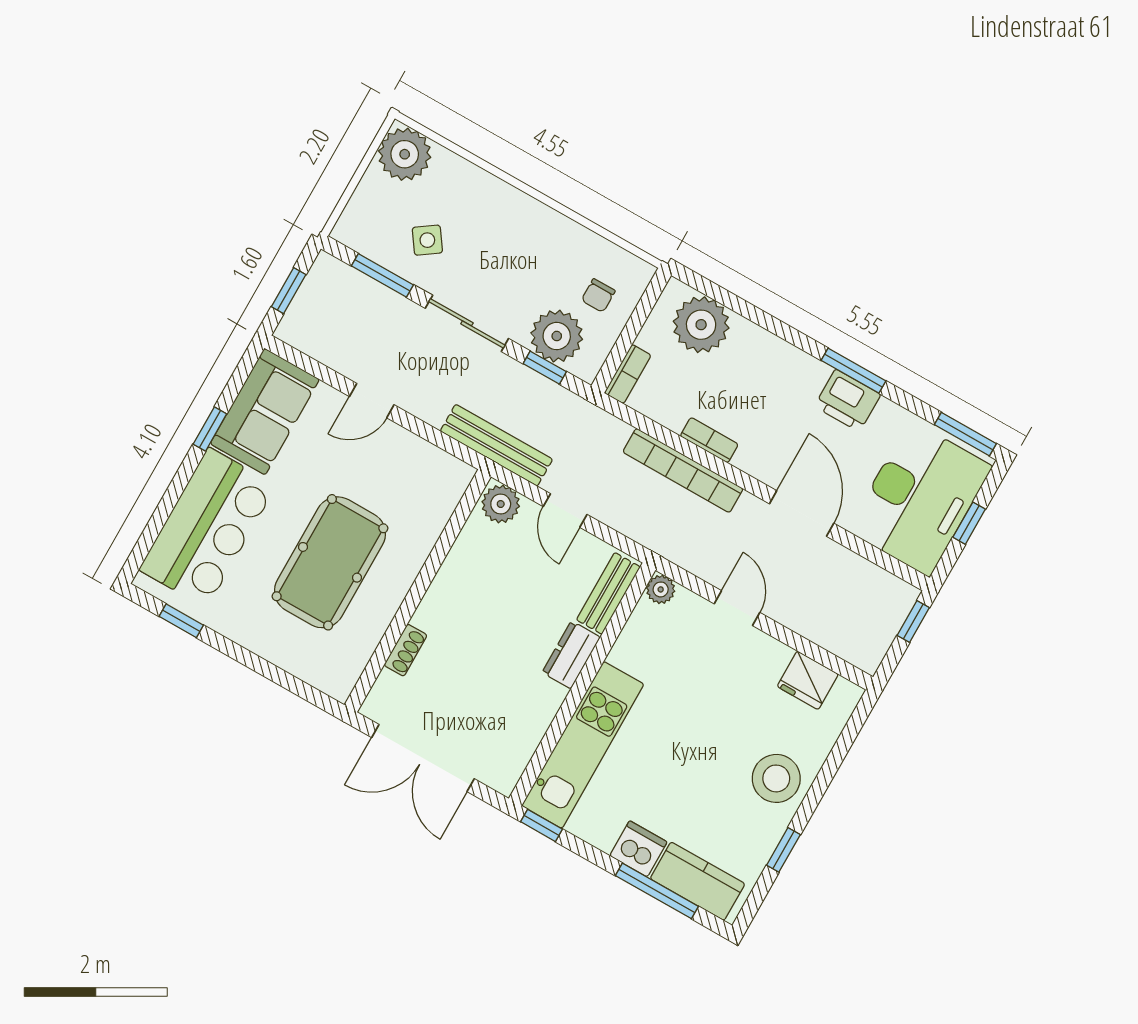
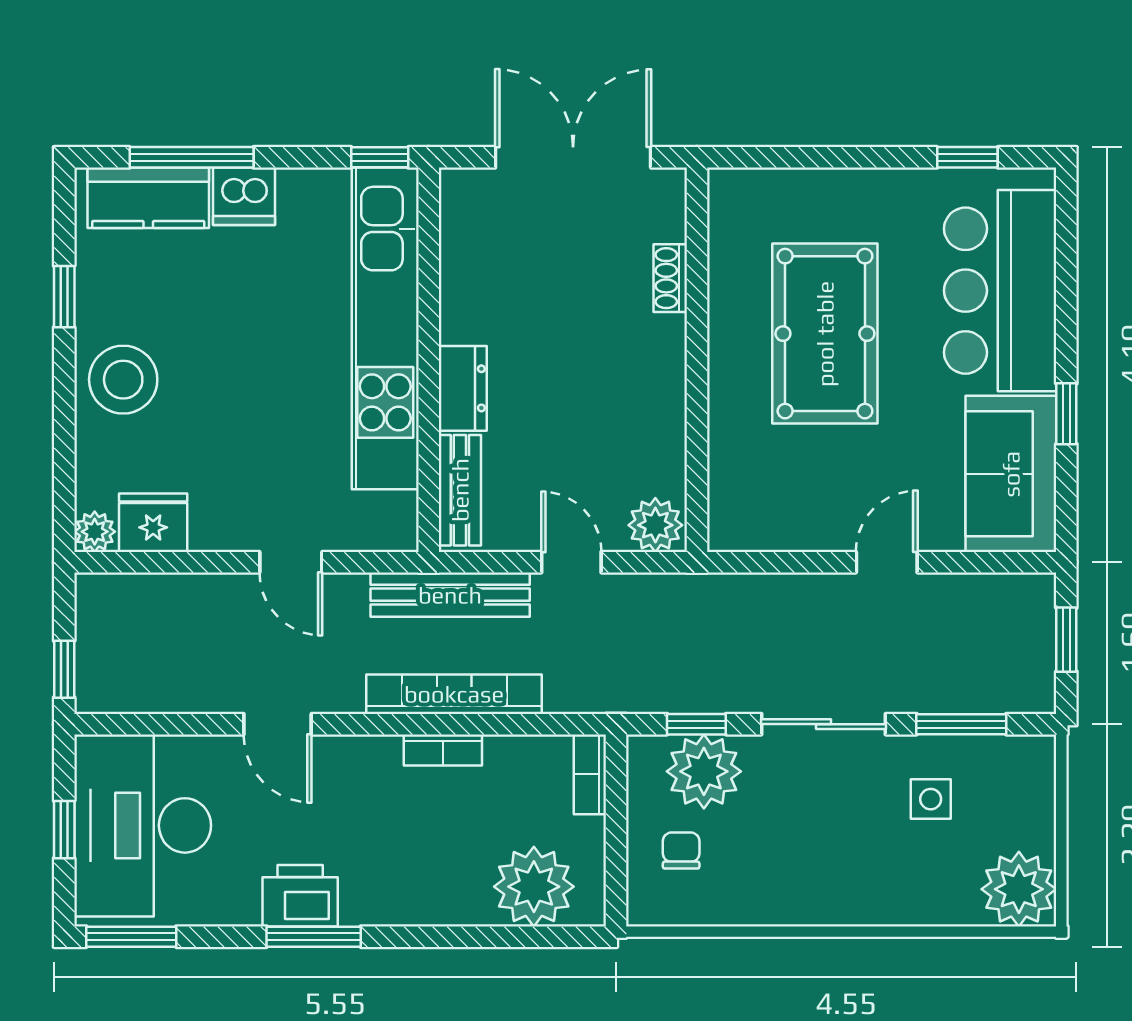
side table: (427, 240) -> (931, 799), turned 35
bench: (496, 445) -> (450, 595), moved
door: (802, 513) -> (278, 724), width x0.73
plant: (661, 589) -> (95, 532), moved
kitchen unit: (583, 745) -> (385, 328), width x1.36

